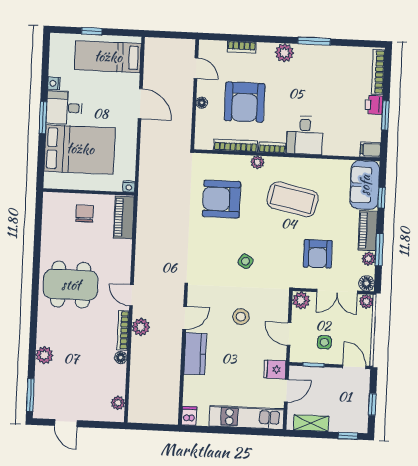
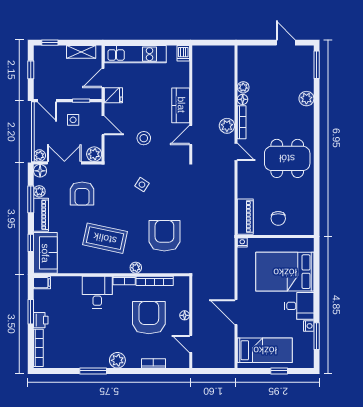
window: (43, 117) -> (317, 336), moved
armchair: (221, 199) -> (164, 236), turned -90
armchair: (318, 254) -> (82, 194), turned 180
plant: (118, 403) -> (243, 87), moved

